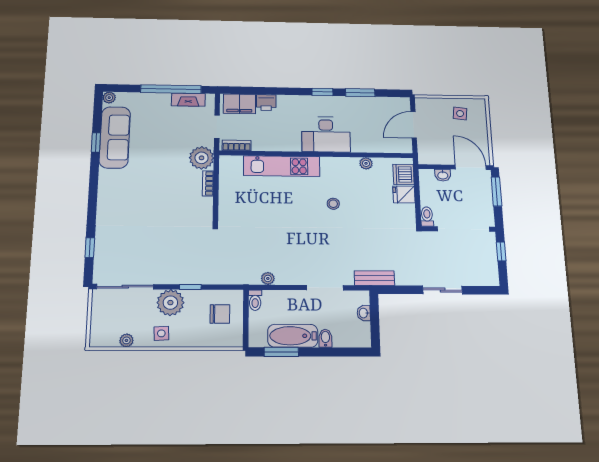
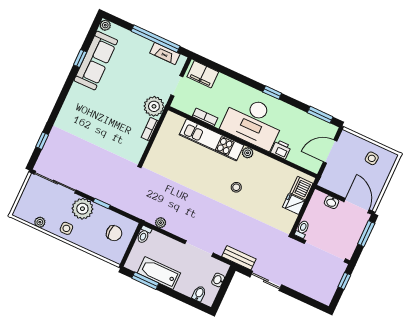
window: (360, 93) -> (320, 115), moved
printer: (266, 103) -> (281, 149), moved, turned 180
desk: (326, 134) -> (253, 122), width x1.36, depth x1.30
bookcase: (237, 145) -> (205, 117), moved
plant: (366, 163) -> (248, 153), moved
sliding door: (443, 290) -> (266, 281), moved
bidet: (325, 338) -> (199, 294), moved

